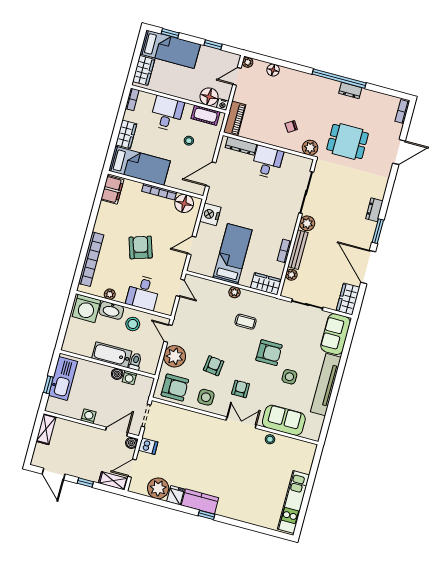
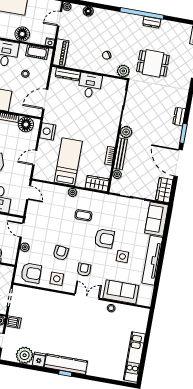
floor lamp: (209, 97) -> (22, 34), moved
plant: (175, 356) -> (25, 247), width x0.53, depth x0.53
kitchen counter: (200, 501) -> (66, 364), width x1.50

